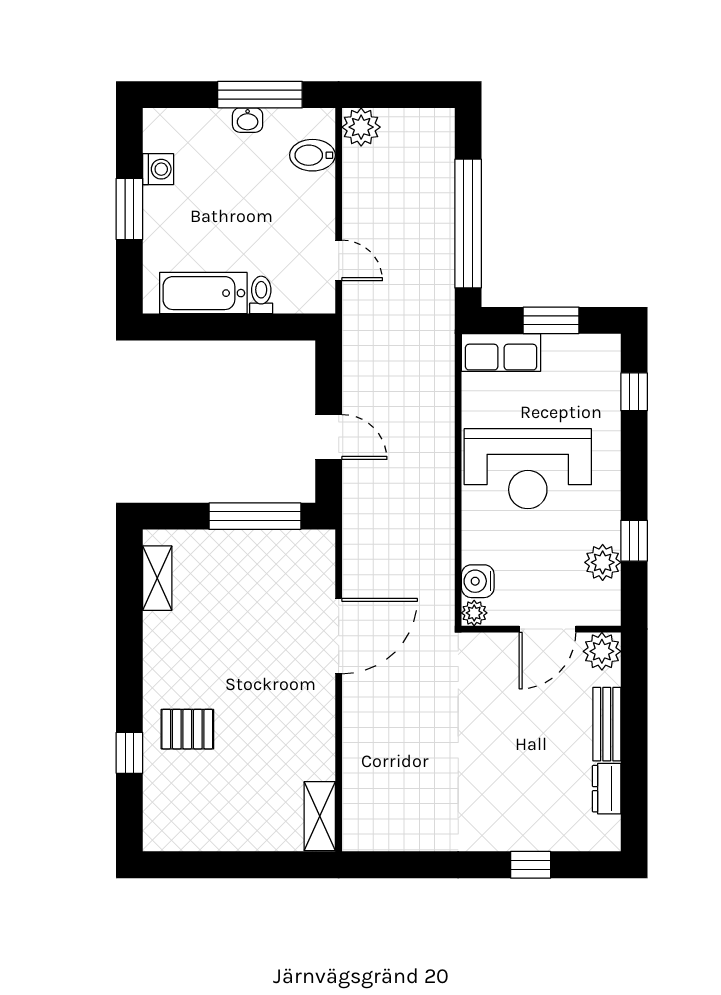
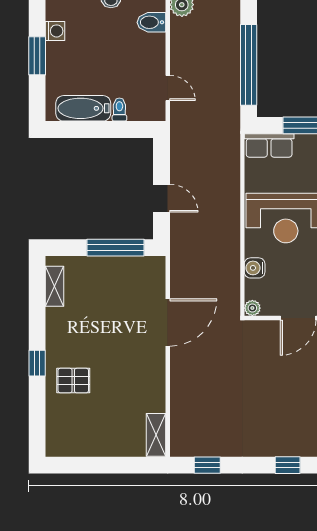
water cooler: (478, 581) -> (255, 268), moved
window: (129, 753) -> (37, 363), moved
window: (402, 865) -> (207, 465), added

